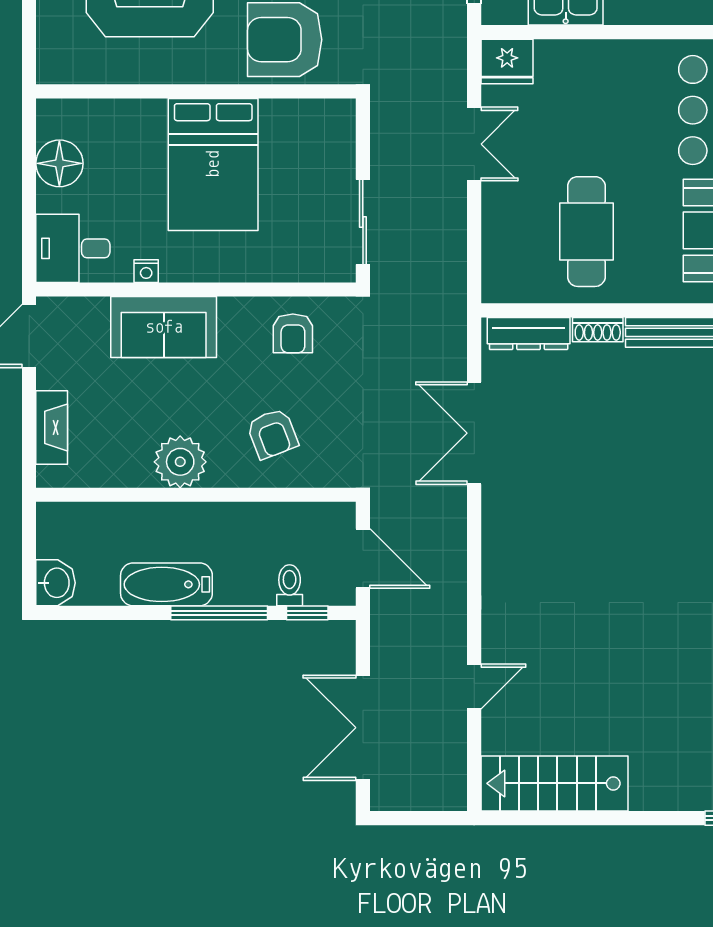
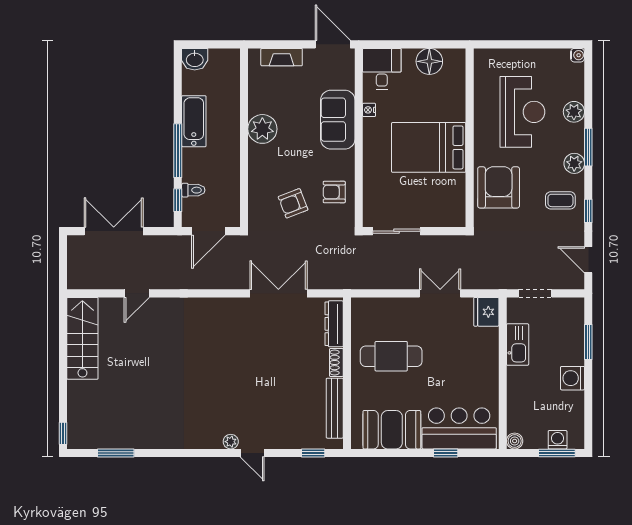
double door: (474, 144) -> (440, 293), swing flipped
armchair: (272, 434) -> (293, 203), moved
door: (474, 686) -> (137, 293), hinge flipped

